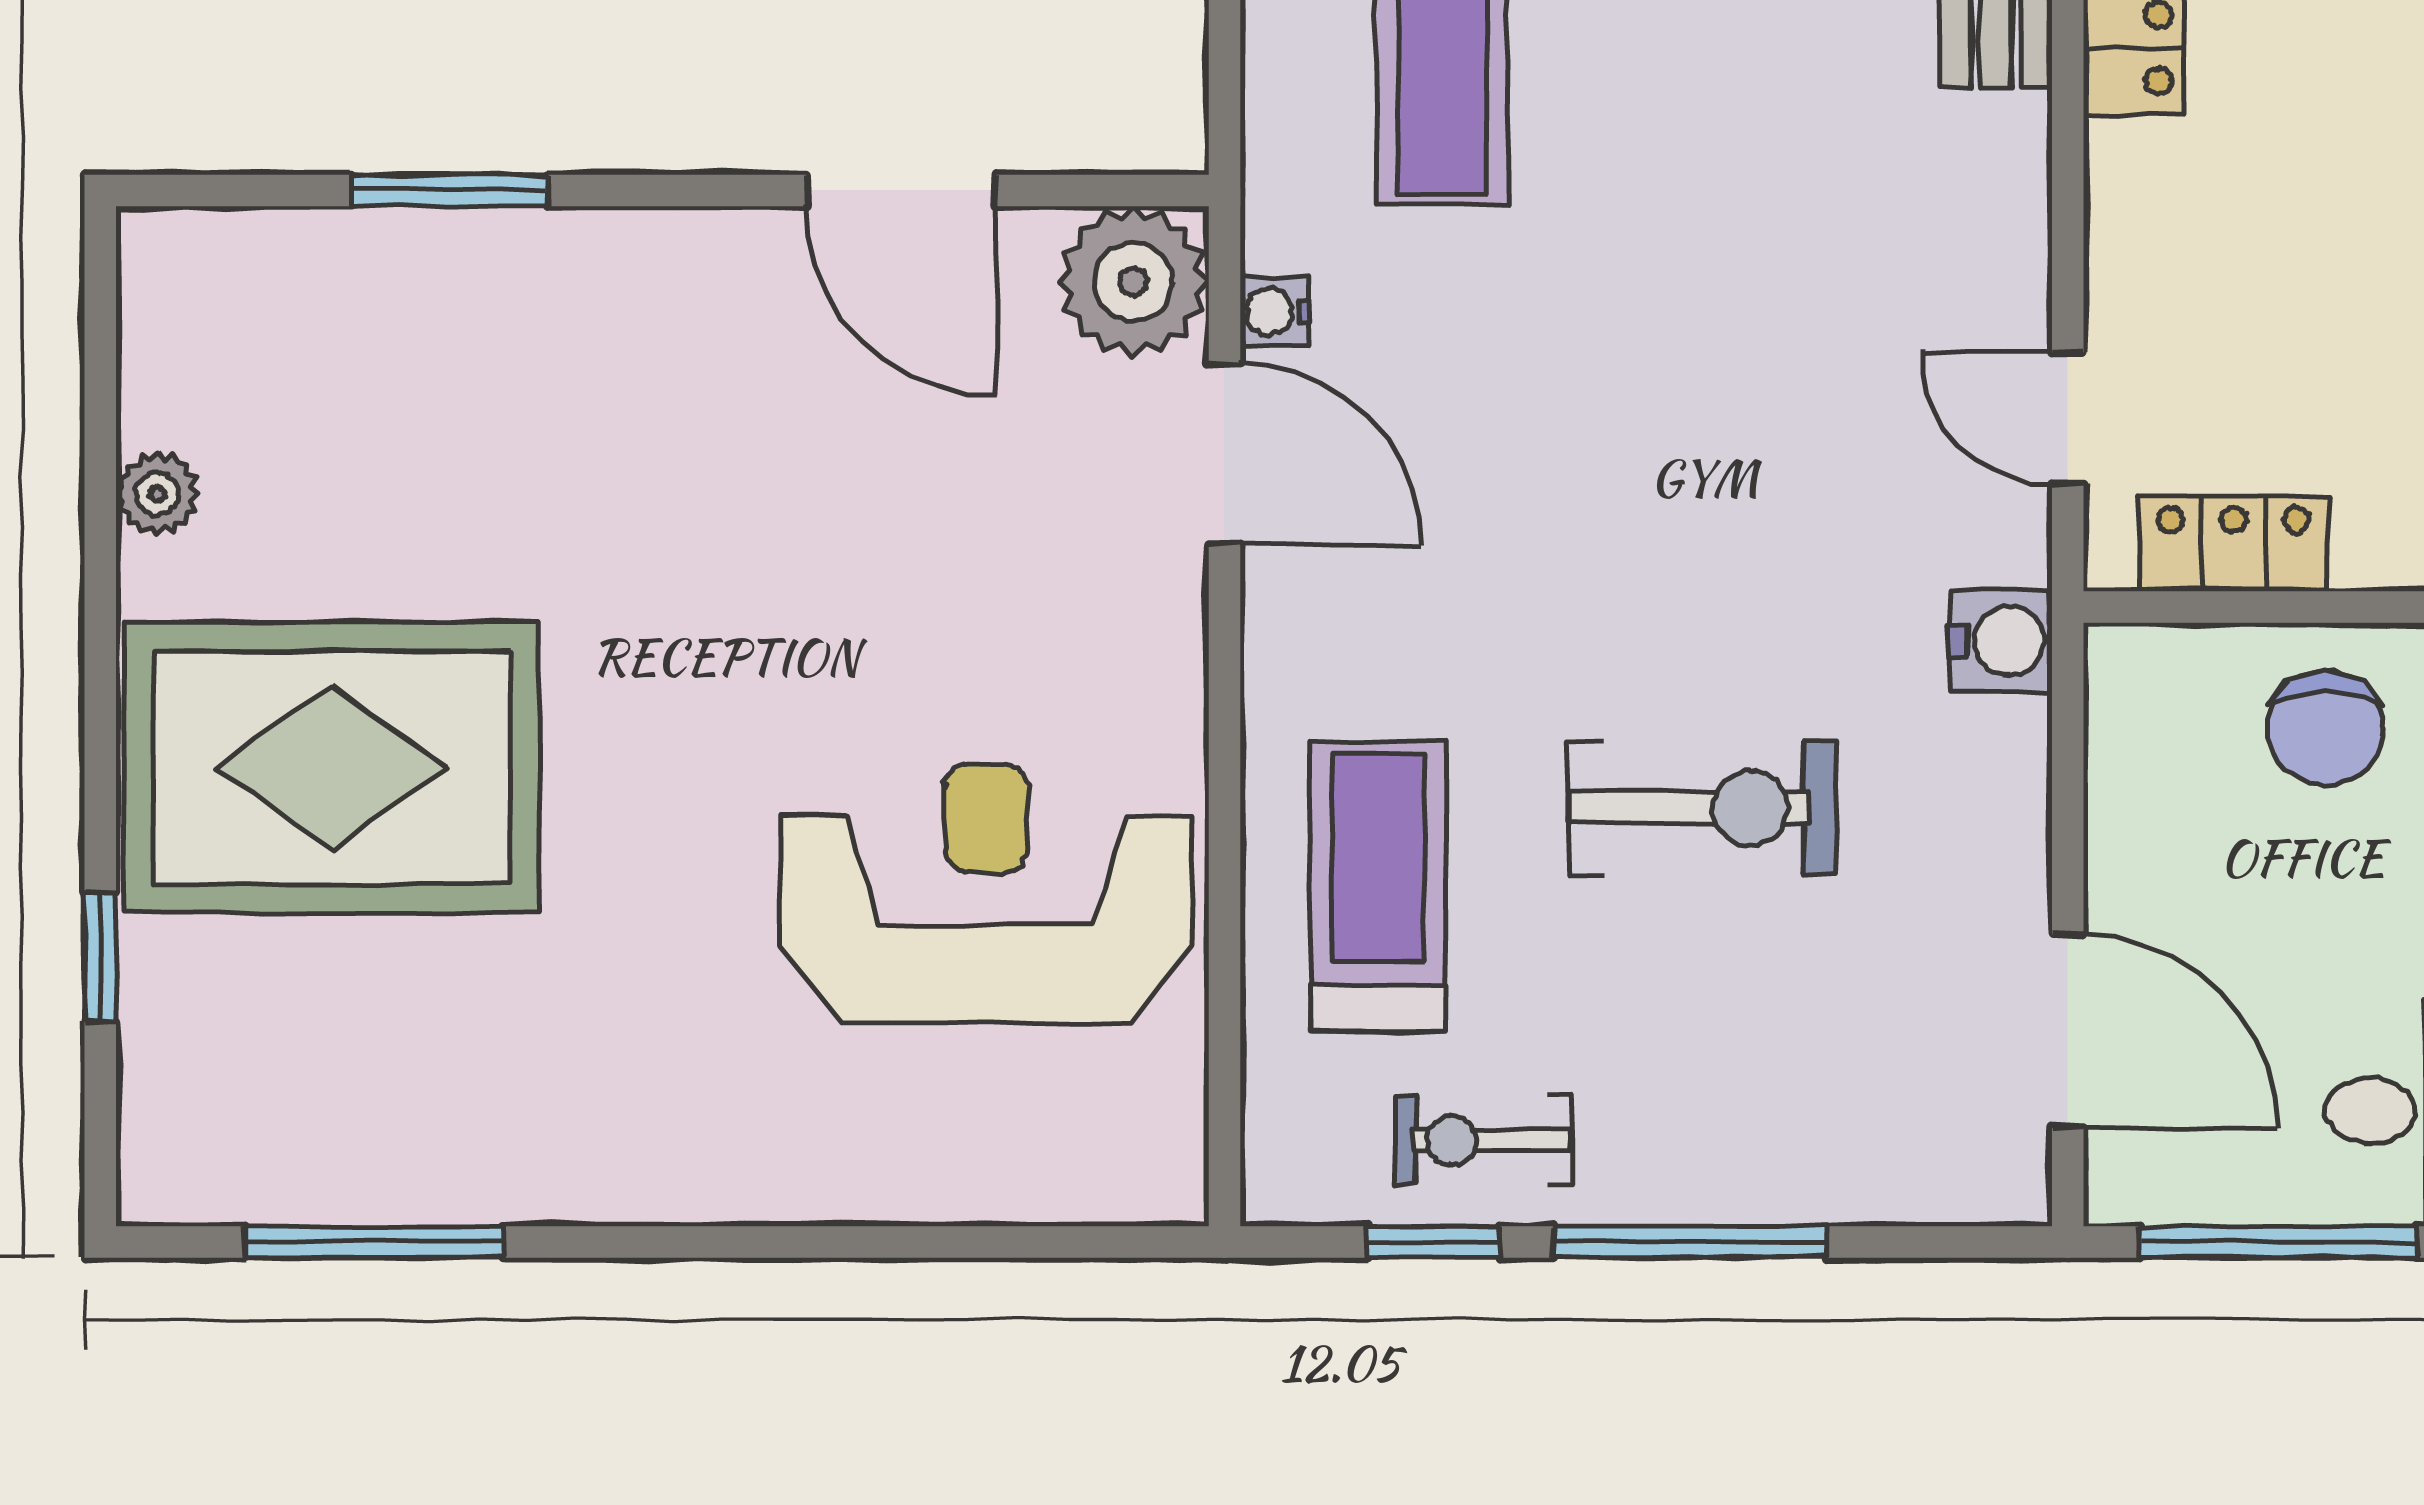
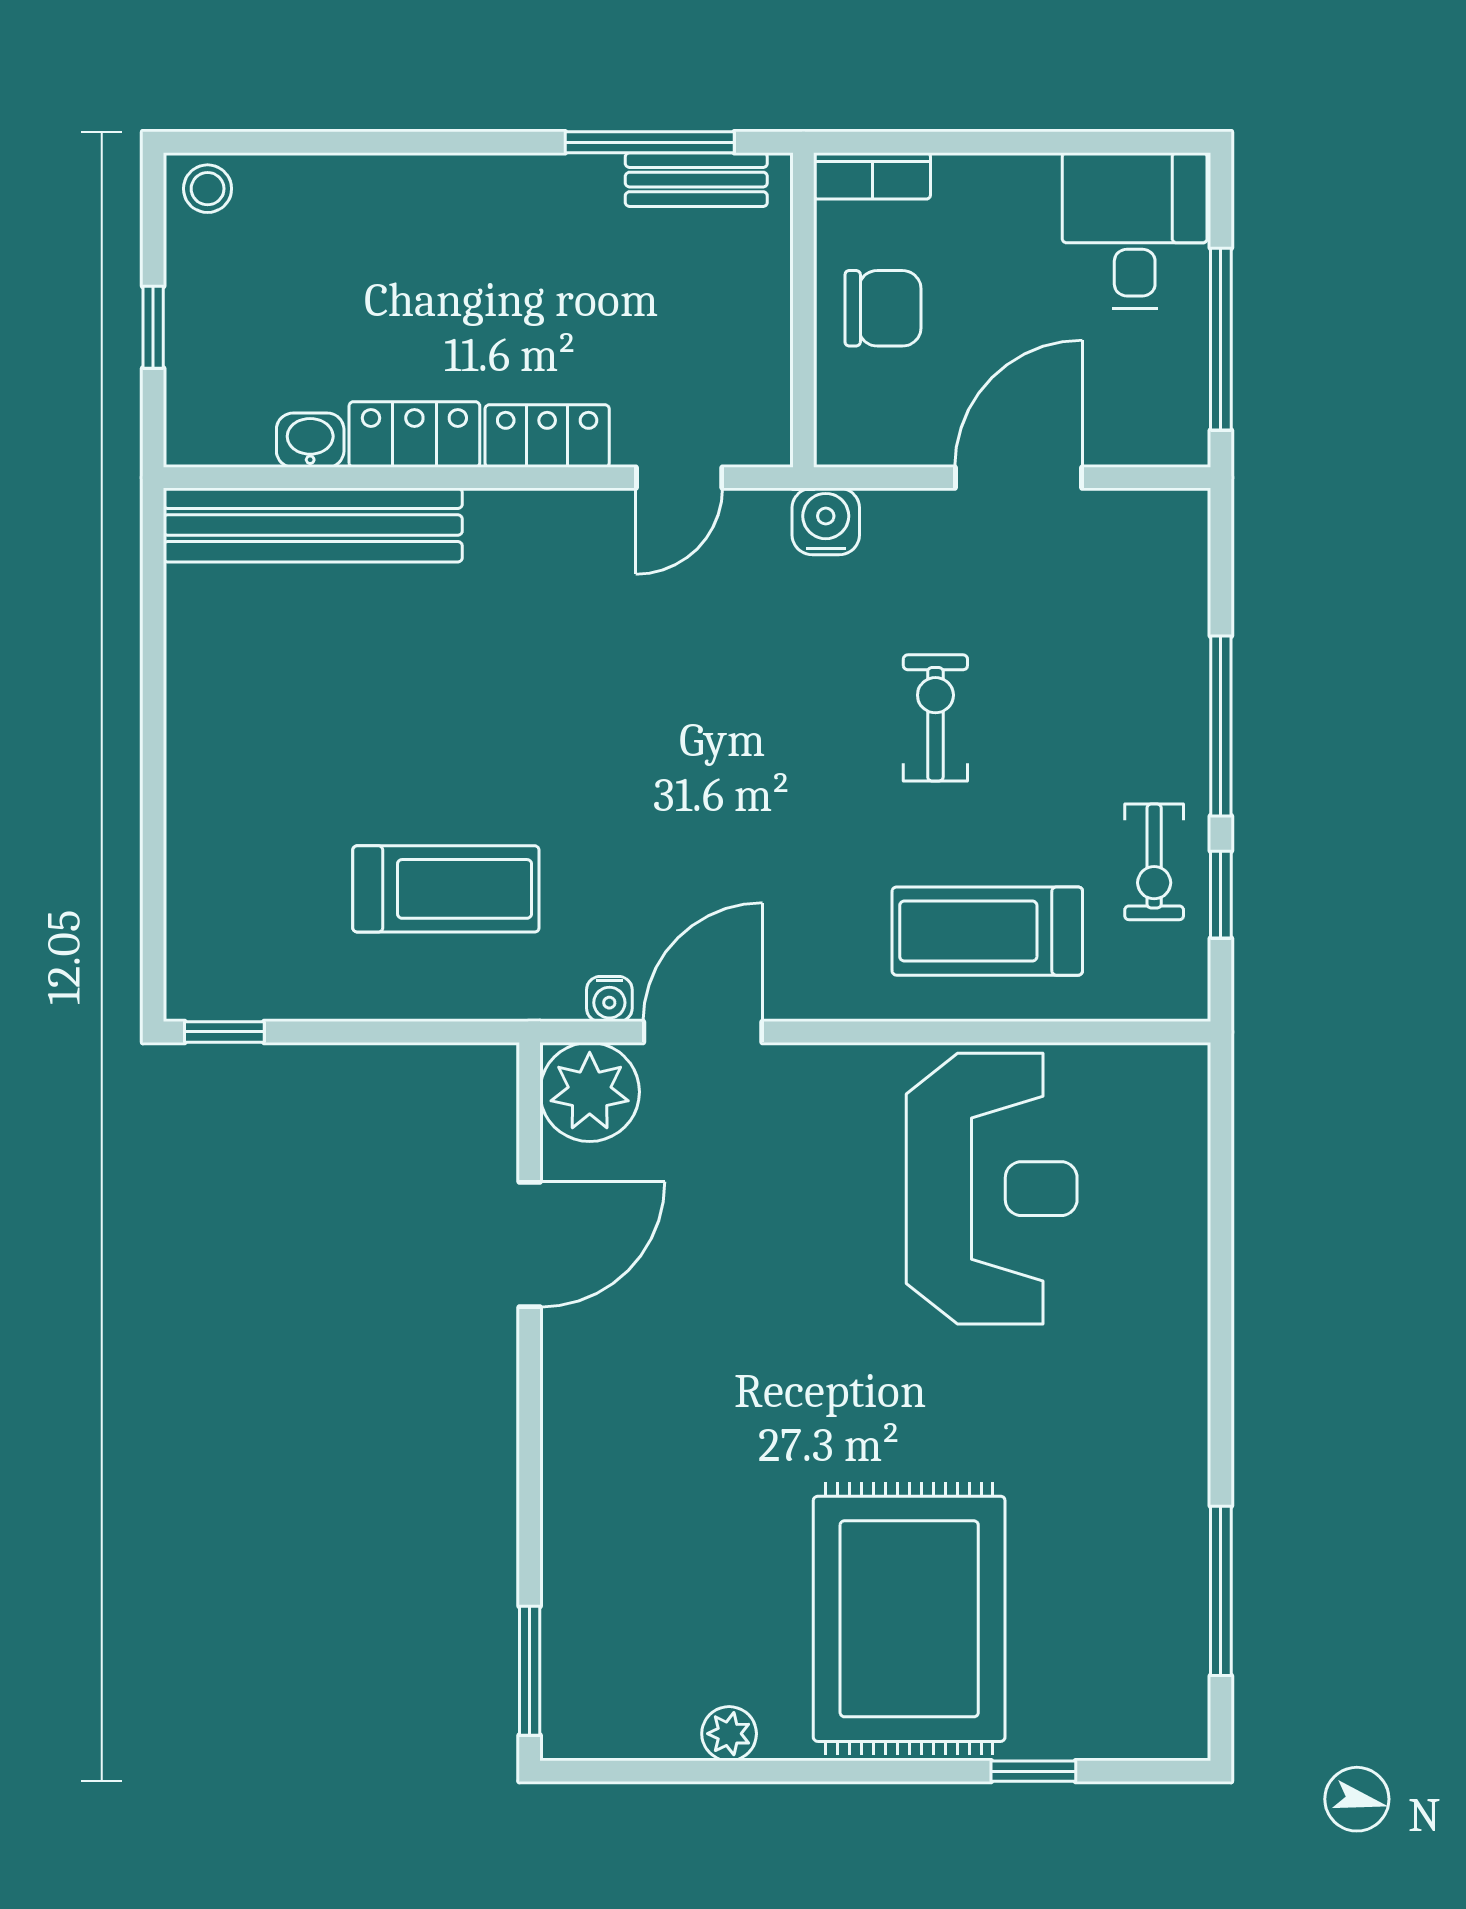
window: (449, 190) -> (530, 1671), moved
locker: (2234, 544) -> (547, 436), moved, turned 90
exercise bike: (1702, 808) -> (935, 718), width x0.73, depth x0.72
reception desk: (986, 893) -> (992, 1189), turned 180
door: (2068, 1031) -> (1019, 478), moved

